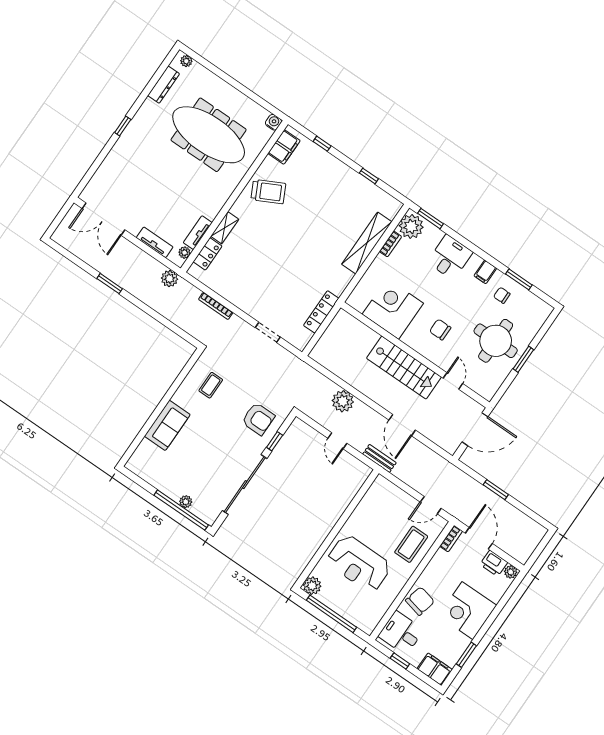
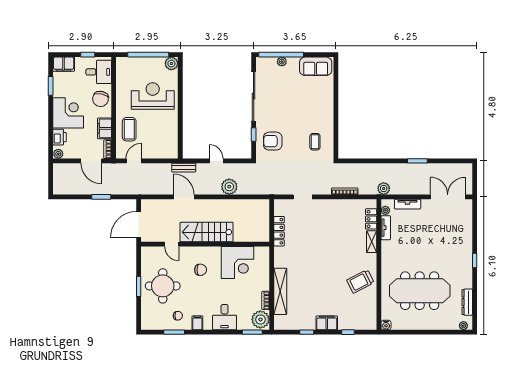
filing cabinet: (284, 147) -> (327, 323), moved, turned 90
sofa: (167, 425) -> (316, 66), moved, turned -90
printer: (494, 563) -> (59, 137), moved, turned 90
filing cabinet: (438, 565) -> (104, 128), added

